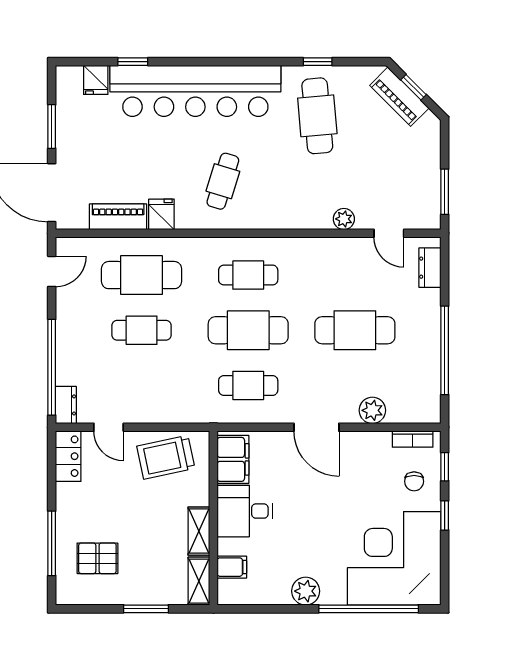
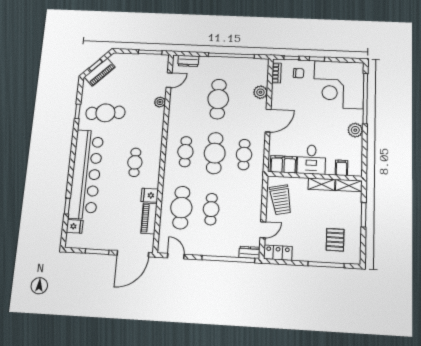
cafe table: (223, 181) -> (135, 162), turned 73

